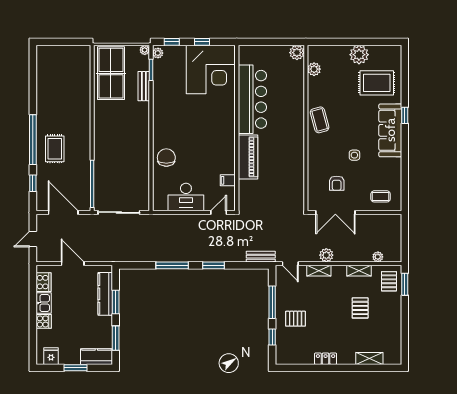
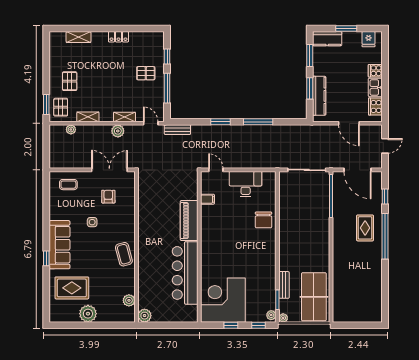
door: (219, 212) -> (216, 170), swing flipped
pallet: (360, 308) -> (70, 81), moved

